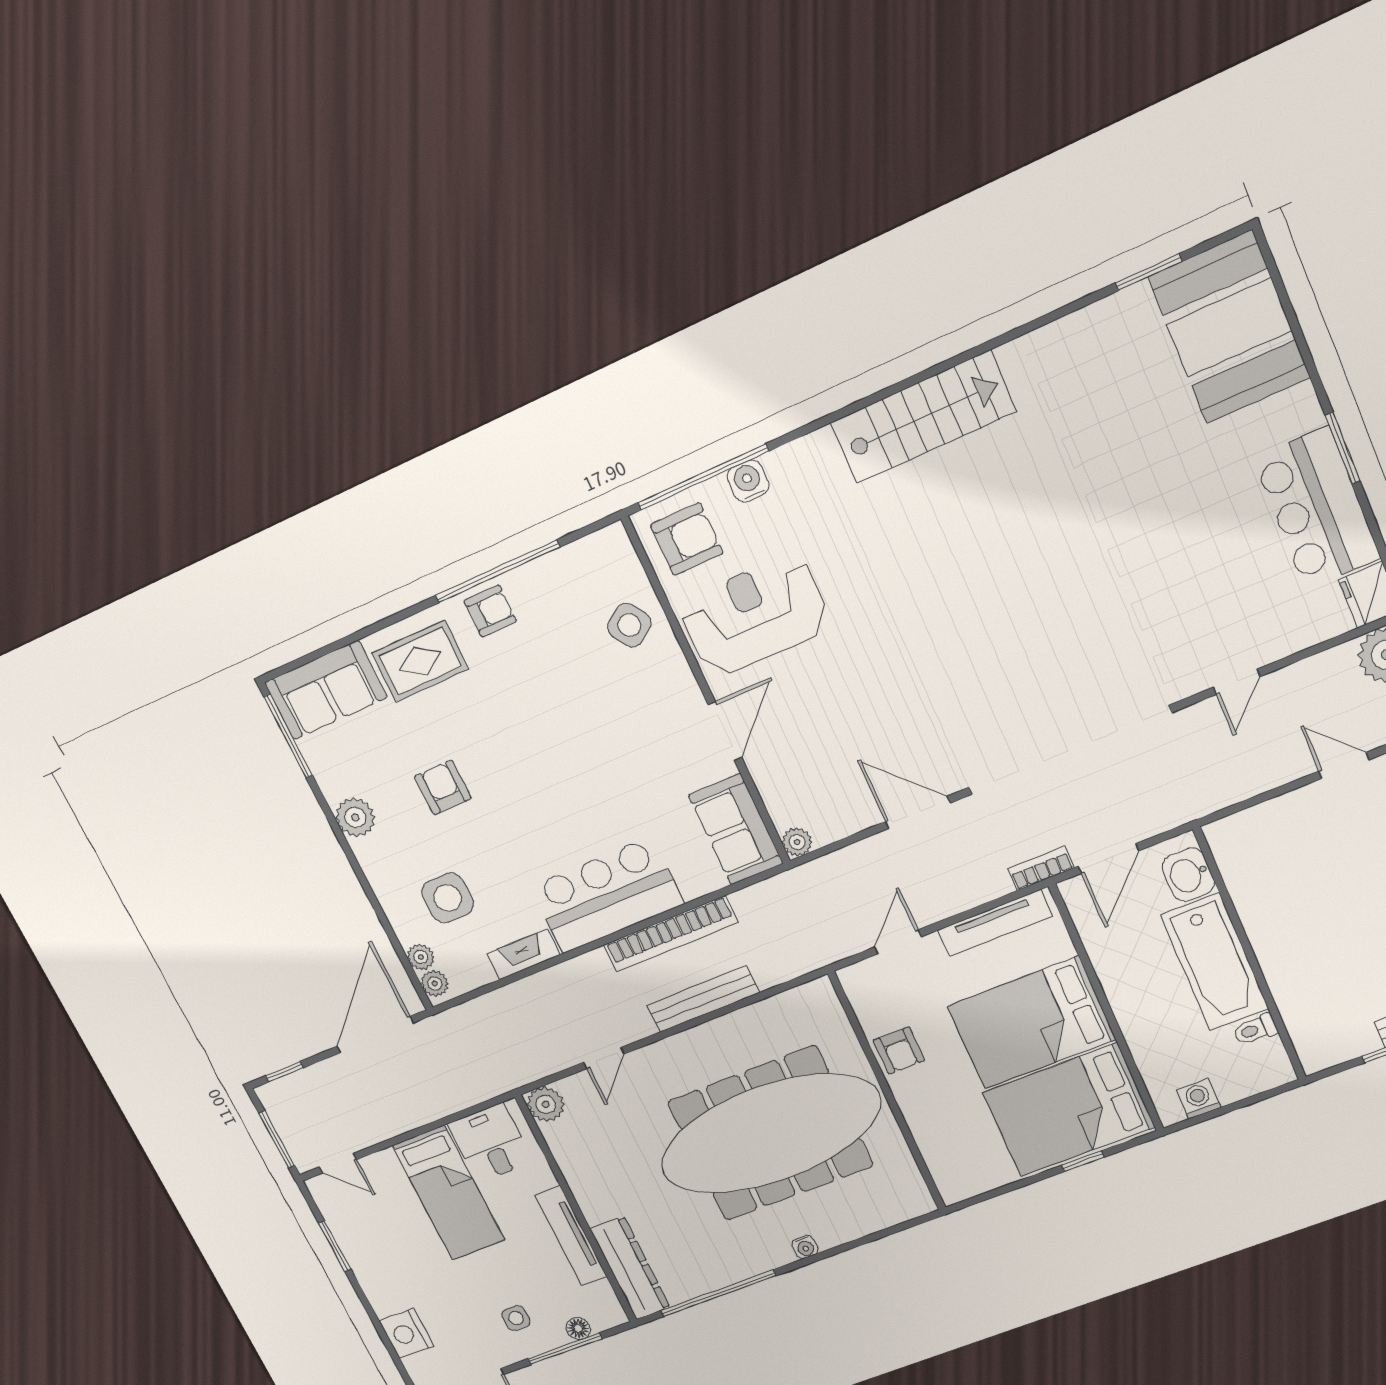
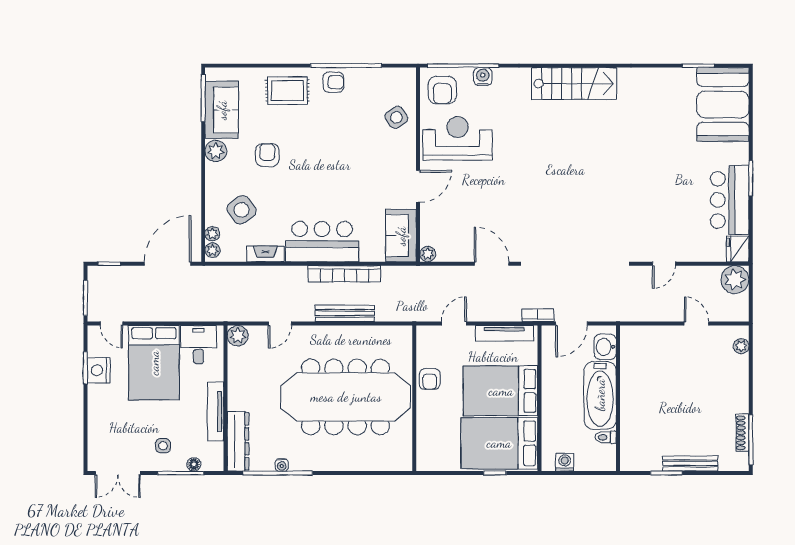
armchair: (687, 539) -> (442, 90), turned 90
sofa: (326, 690) -> (222, 110), moved, turned -90
side table: (448, 898) -> (242, 210), turned -36
bed: (448, 1193) -> (154, 363), width x1.50
water cooler: (805, 1247) -> (282, 465), moved
nightstand: (406, 1333) -> (99, 370), moved

